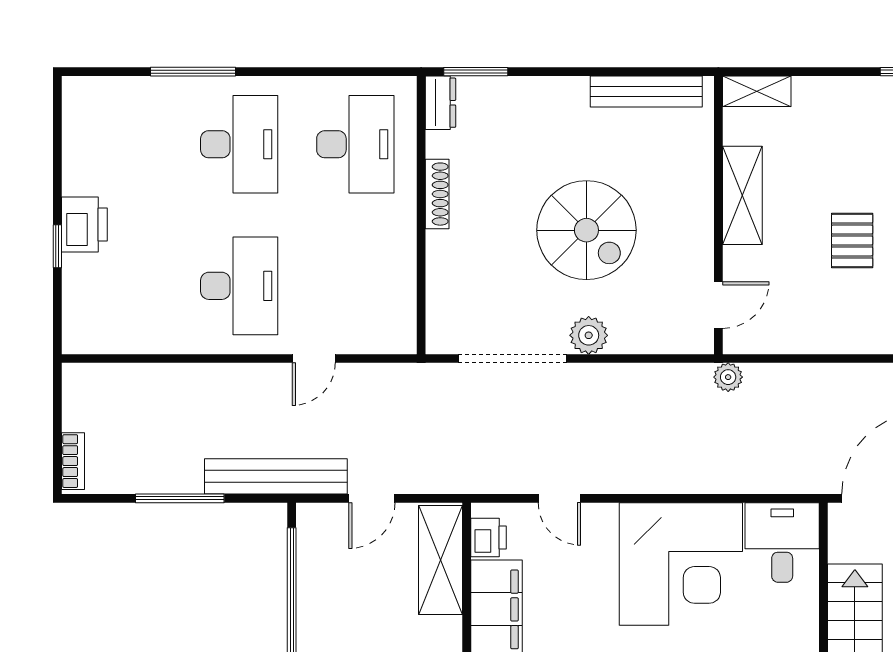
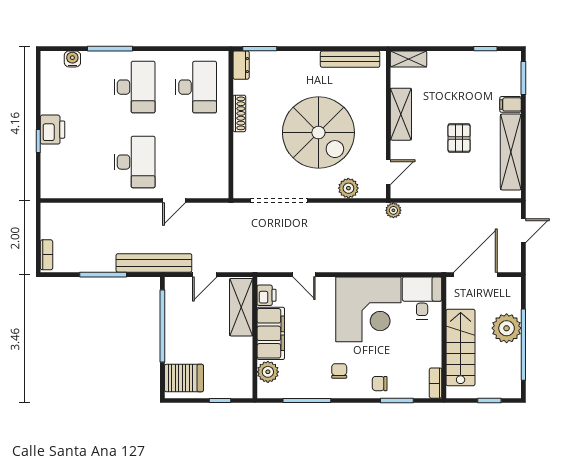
water cooler: (122, 91) -> (72, 59), added
spiral stairs: (586, 230) -> (318, 133), width x1.37, depth x1.37
plant: (589, 335) -> (348, 188), moved

